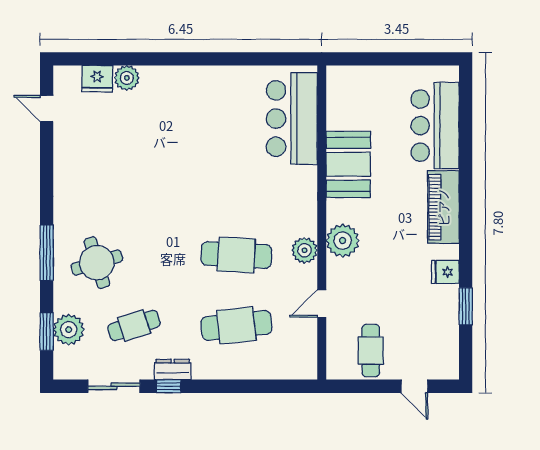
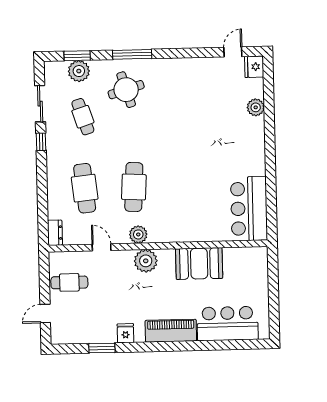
fridge: (97, 79) -> (254, 67), moved
bar counter: (292, 119) -> (249, 209), moved, turned -90
dresser: (173, 369) -> (55, 233), moved

